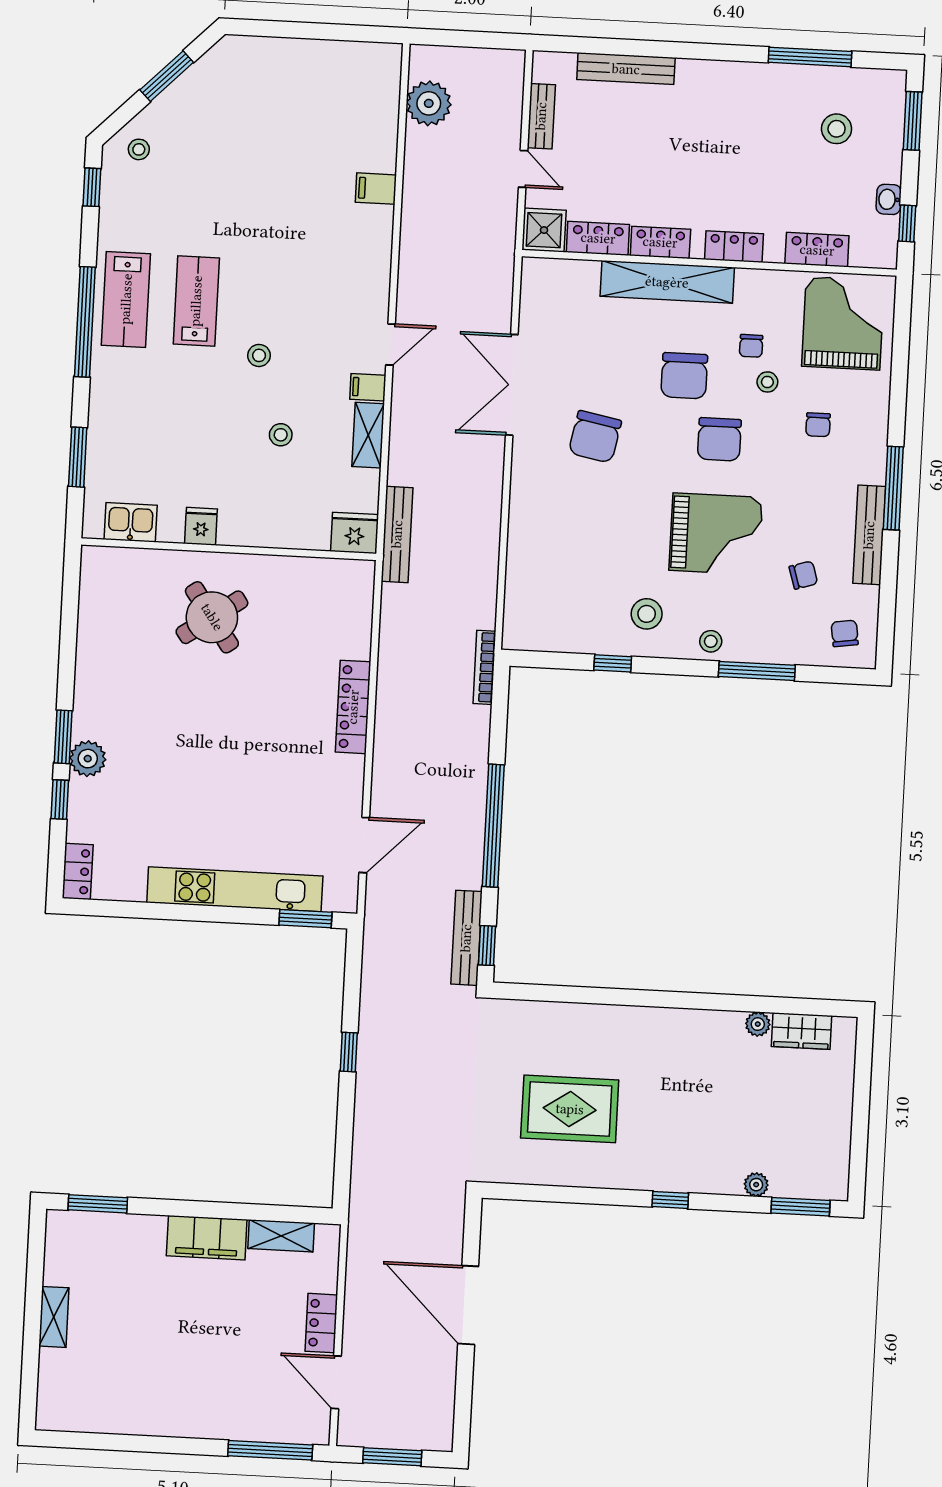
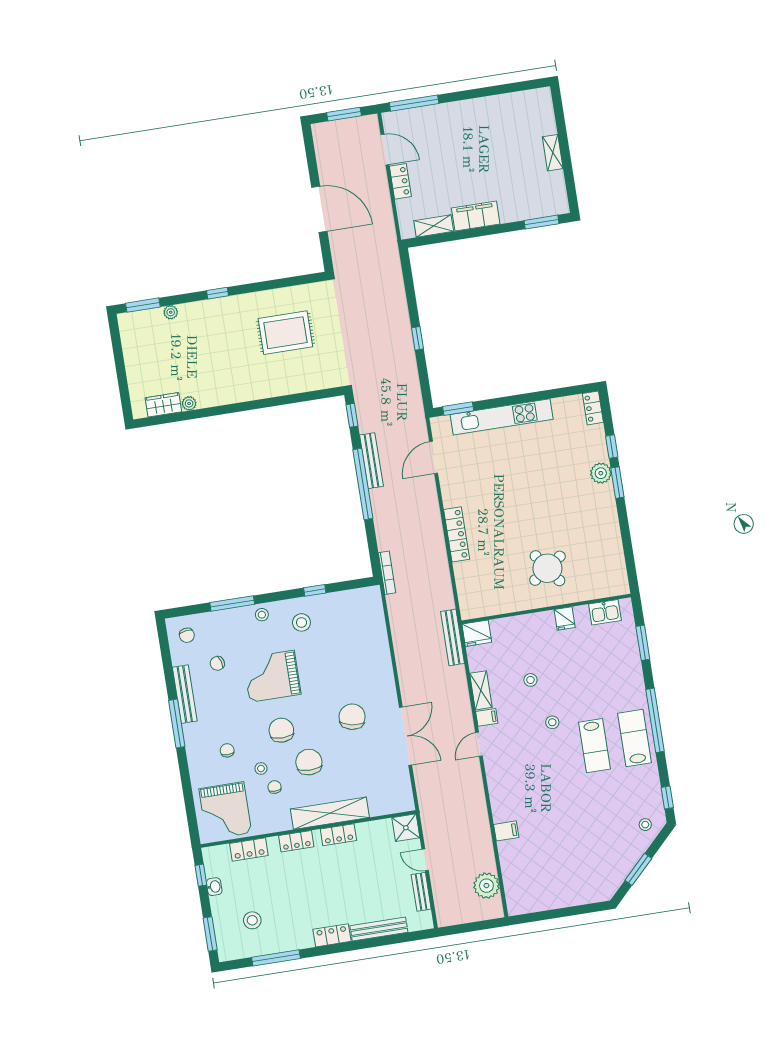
locker: (598, 238) -> (332, 935), moved, turned 180
bench: (466, 938) -> (371, 461), moved

